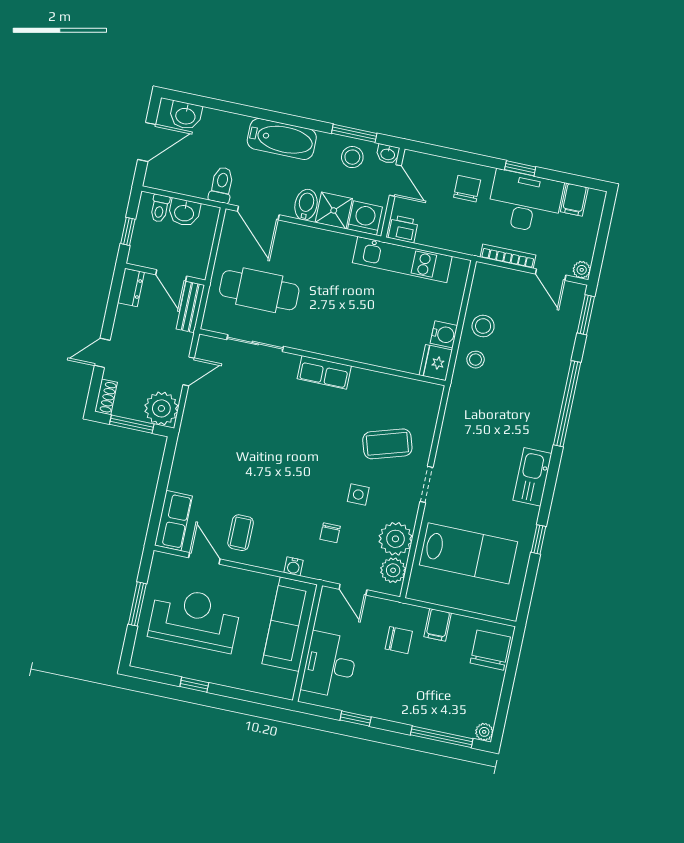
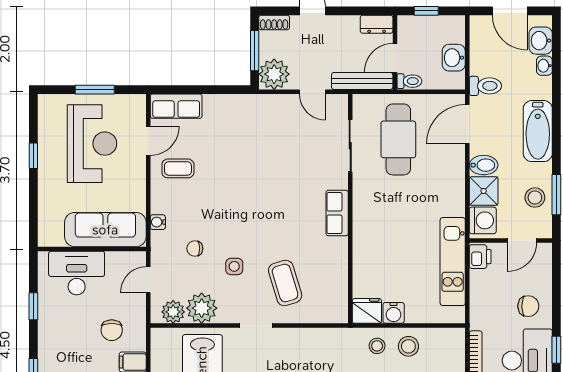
washbasin: (388, 154) -> (544, 66), moved
toilet: (160, 208) -> (409, 81), moved, turned 180
bench: (190, 307) -> (362, 81), width x1.36

